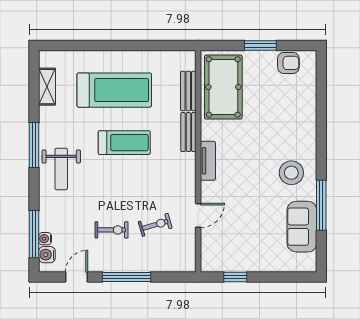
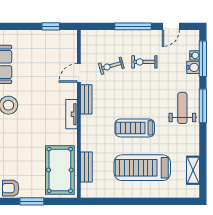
bench: (188, 132) -> (86, 99), moved
window: (34, 145) -> (203, 106), moved
water cooler: (47, 255) -> (193, 67), moved

